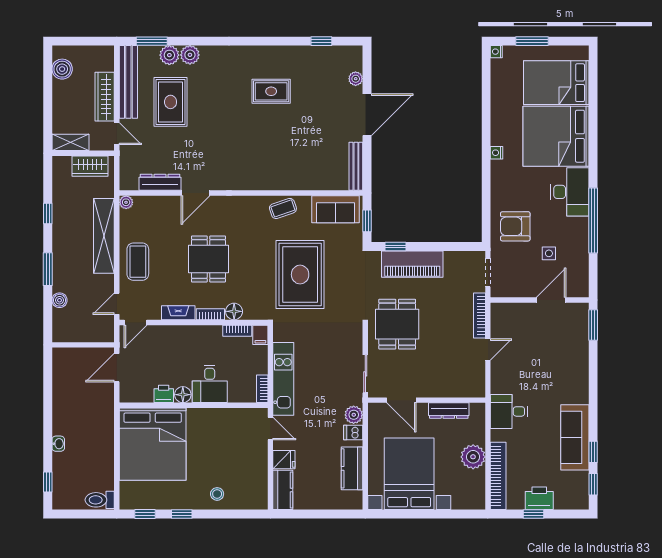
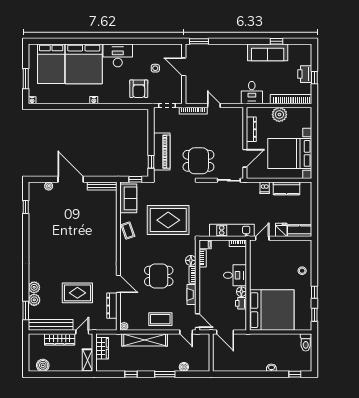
rug: (271, 91) -> (56, 238), removed
rug: (171, 102) -> (77, 293), moved
window: (593, 220) -> (135, 41), removed
plant: (354, 415) -> (254, 187), removed
window: (593, 484) -> (296, 41), removed

